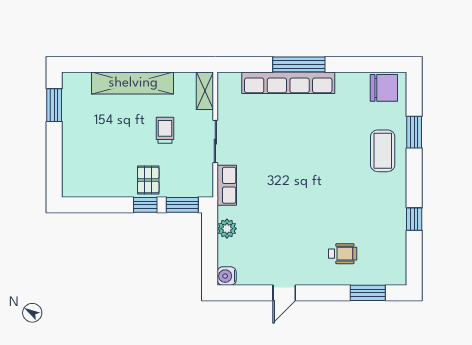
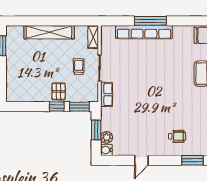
trolley: (165, 130) -> (79, 67), moved
plant: (227, 229) -> (107, 137), moved
window: (210, 243) -> (96, 130), added

